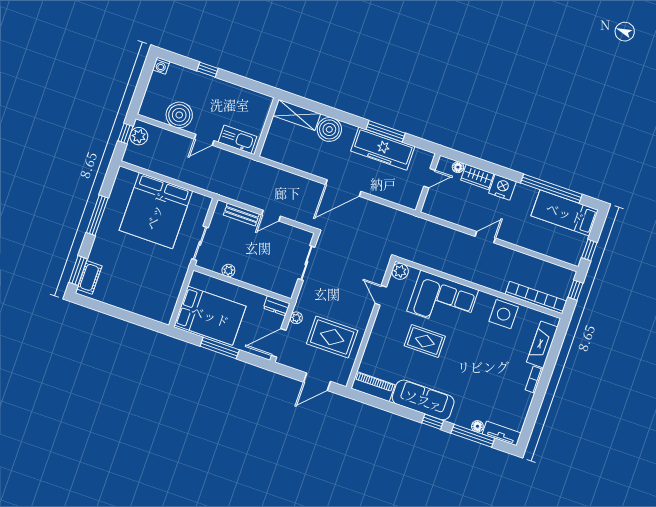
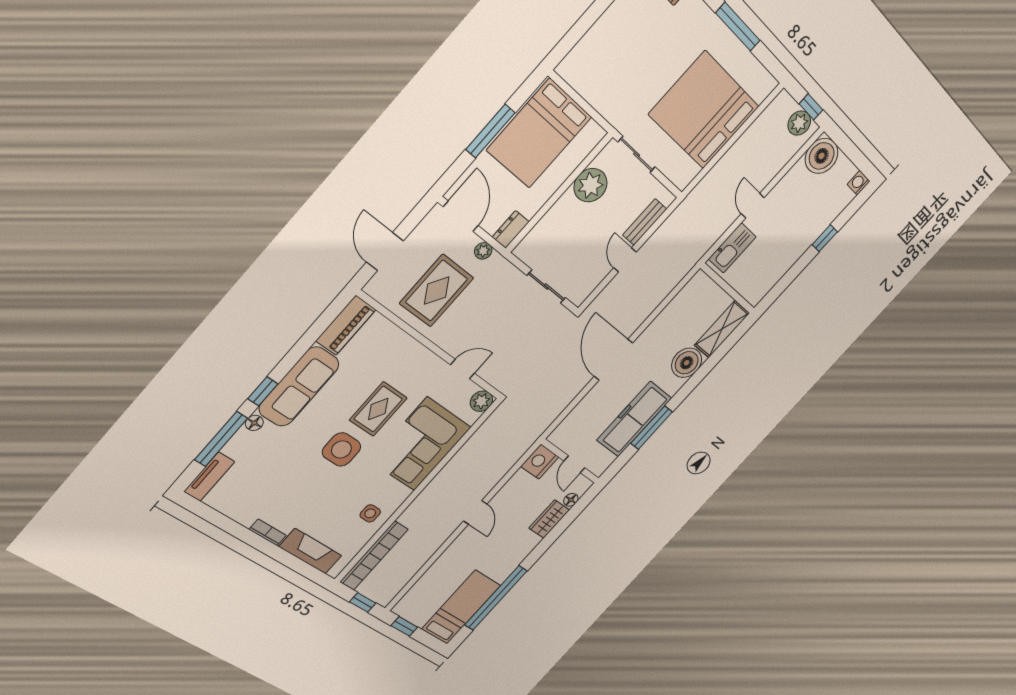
boiler: (179, 115) -> (822, 156), moved
nightstand: (502, 187) -> (540, 462), moved, turned 180
plant: (228, 270) -> (590, 185), width x1.88, depth x1.88
side table: (504, 314) -> (370, 513), width x0.54, depth x0.54
side table: (460, 354) -> (341, 449), added
floor lamp: (477, 426) -> (254, 423), moved

